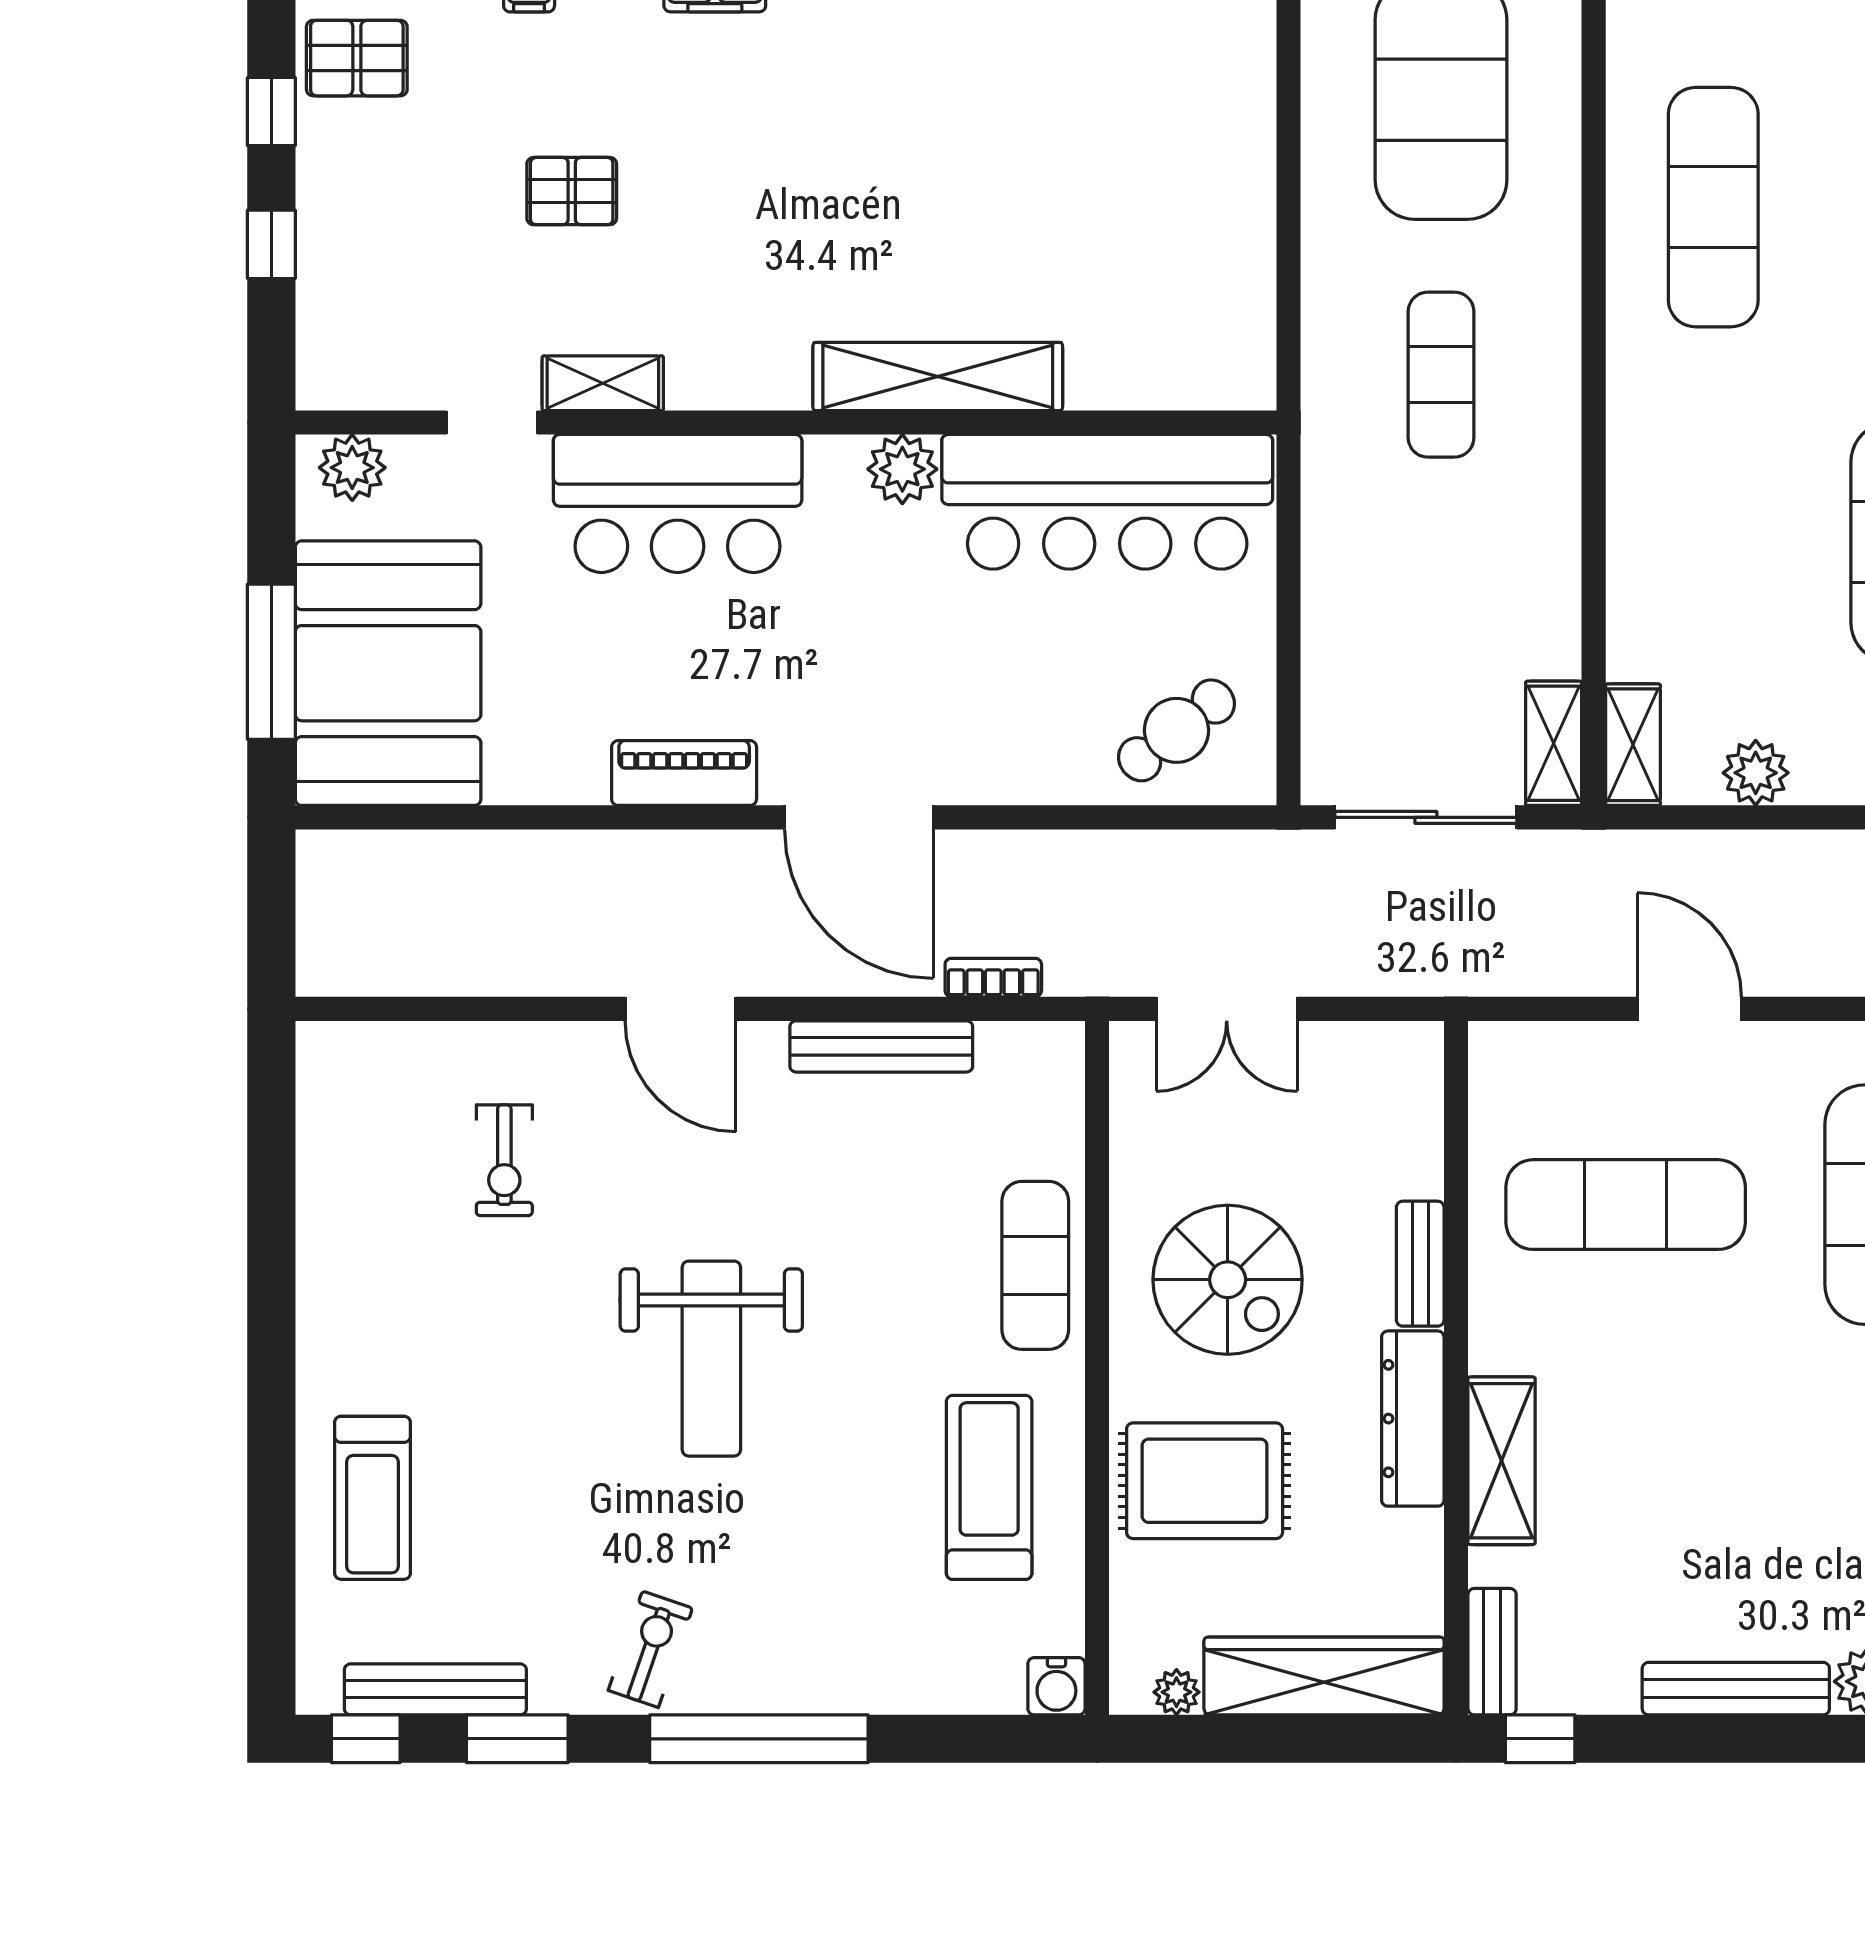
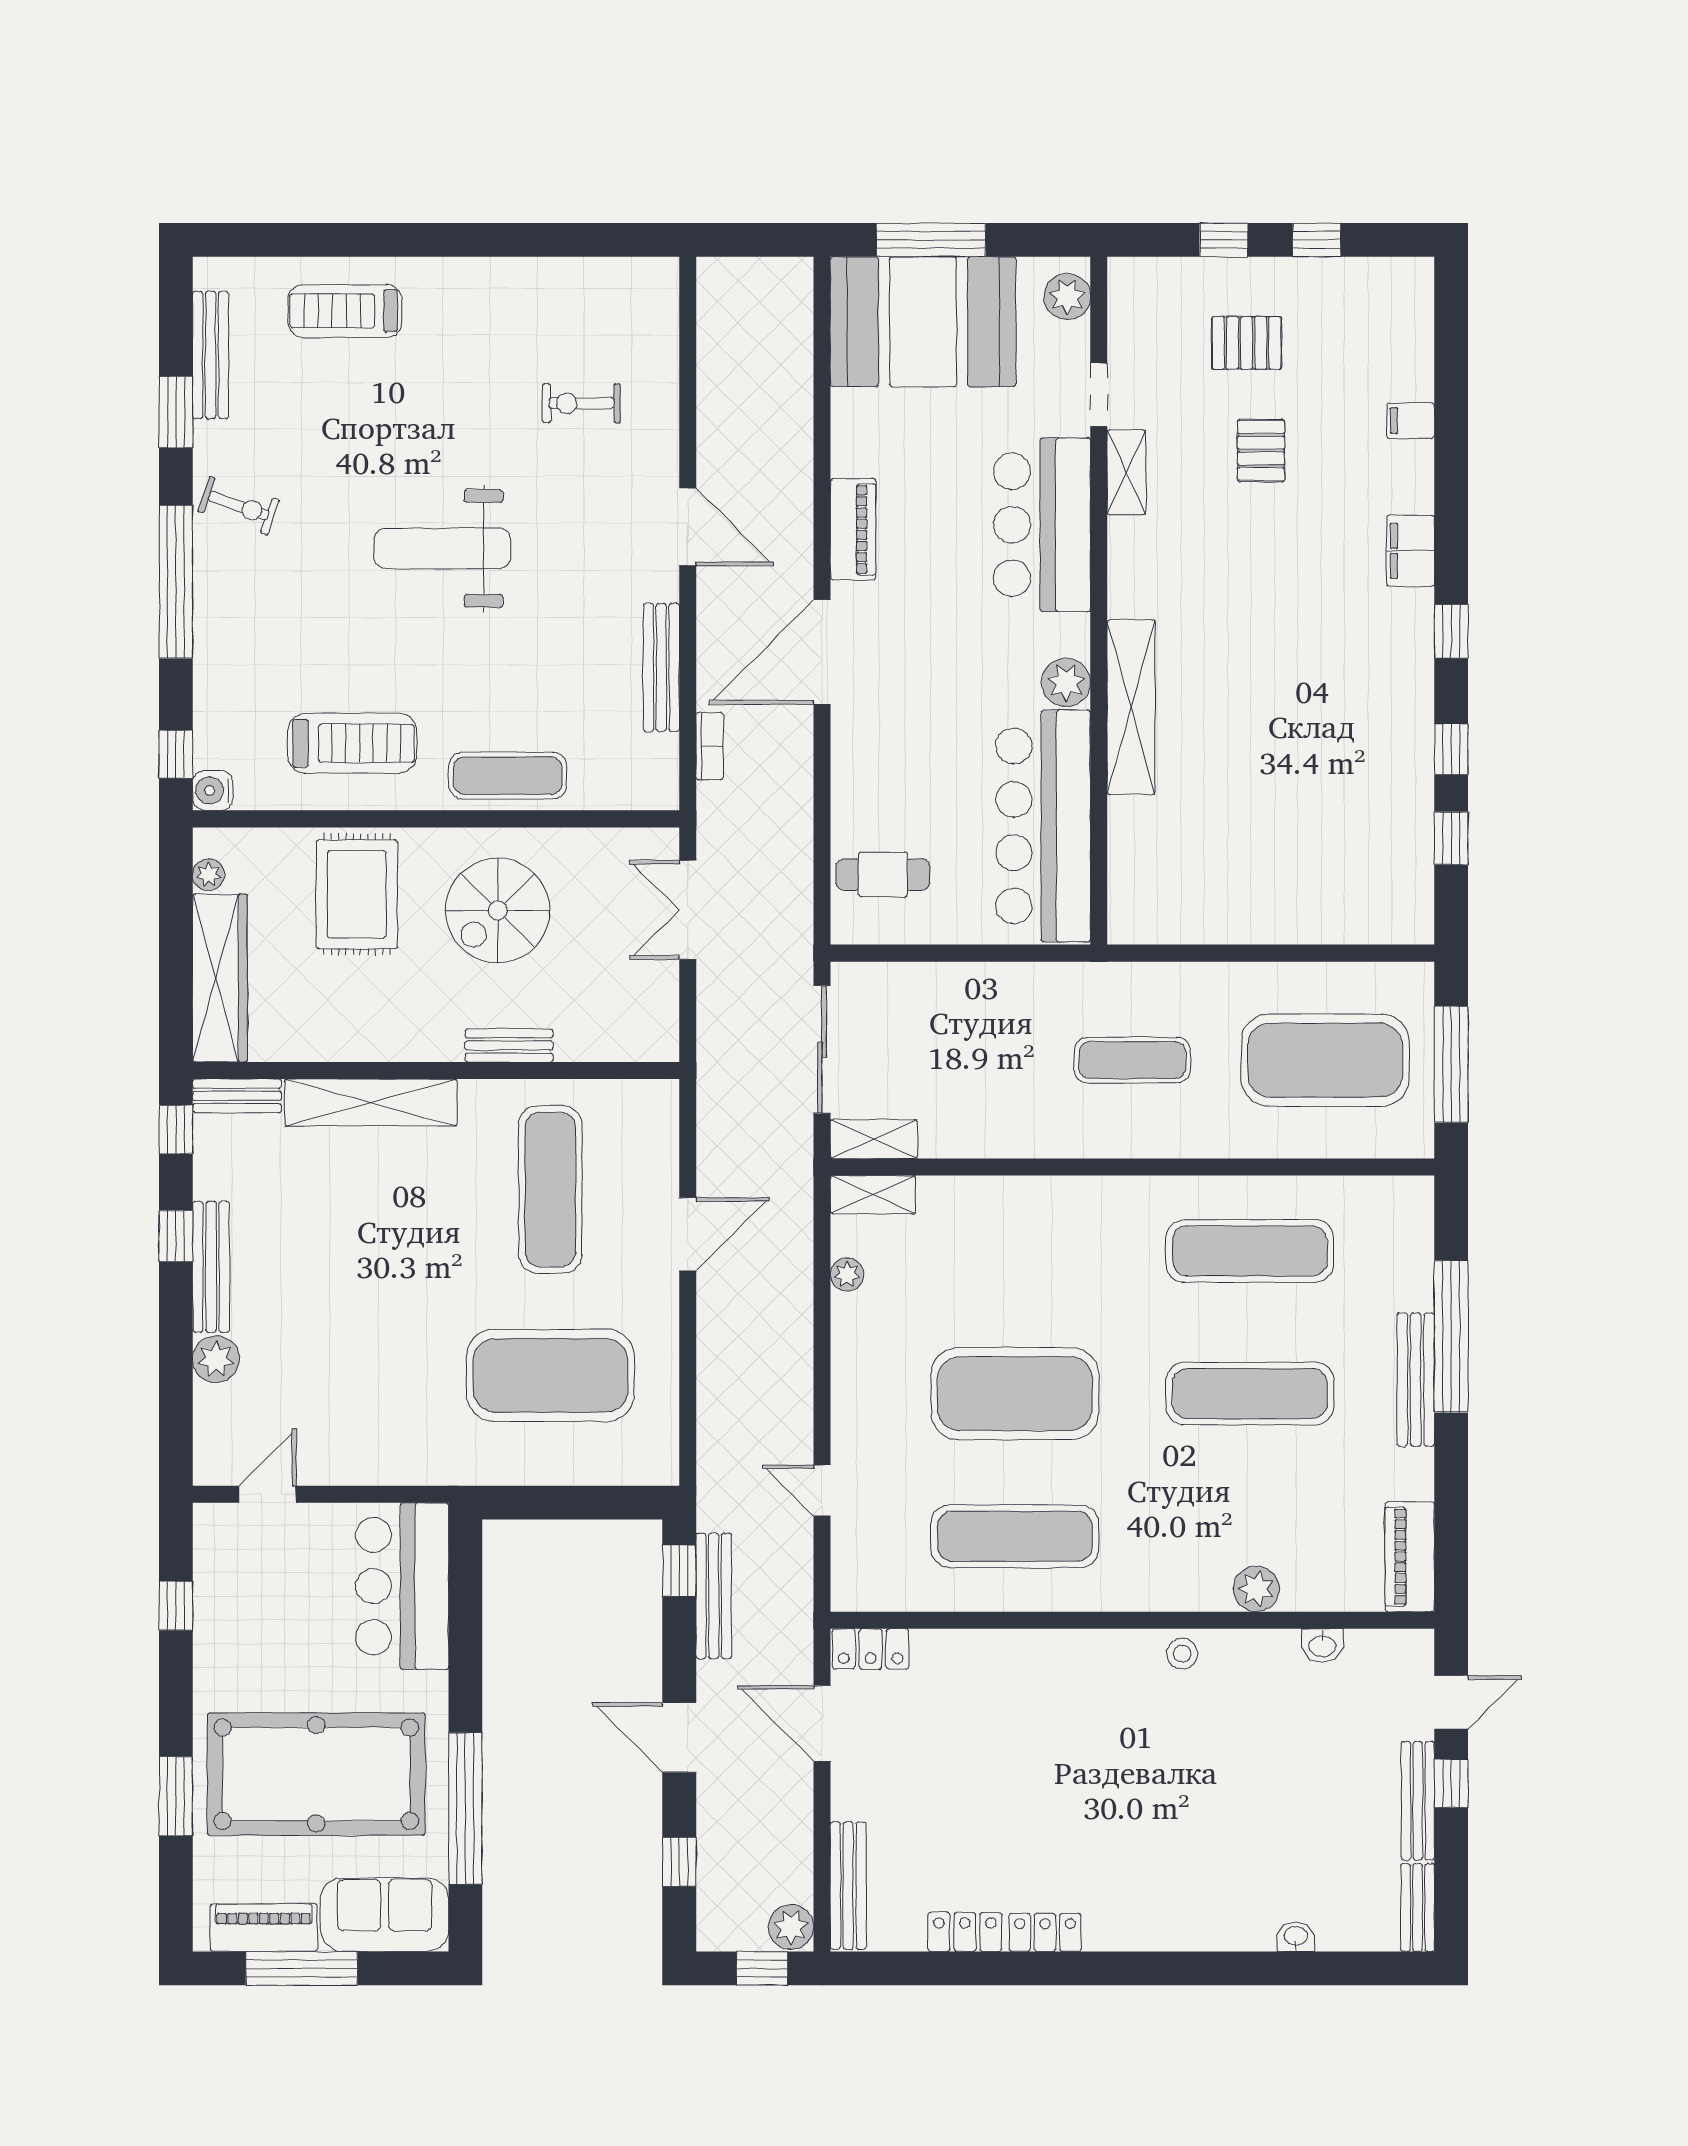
pallet: (357, 58) -> (1247, 343), moved, turned 90
cafe table: (1176, 730) -> (883, 875), turned -52
plant: (1756, 773) -> (847, 1274), width x0.73, depth x0.73
door: (681, 1009) -> (688, 527), swing flipped
dresser: (1413, 1419) -> (400, 1040), removed
shelving: (1502, 1461) -> (371, 1102), width x1.47
window: (366, 1739) -> (176, 754), moved
window: (1692, 1739) -> (176, 1236), added

